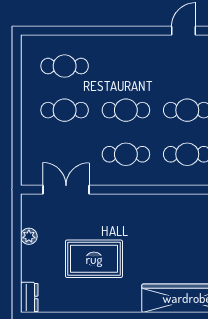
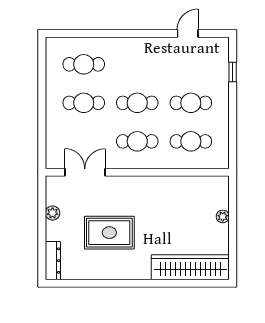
dresser: (29, 297) -> (53, 261), width x1.44

